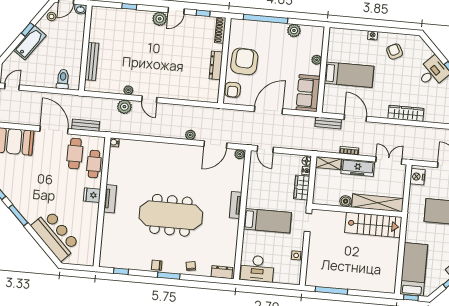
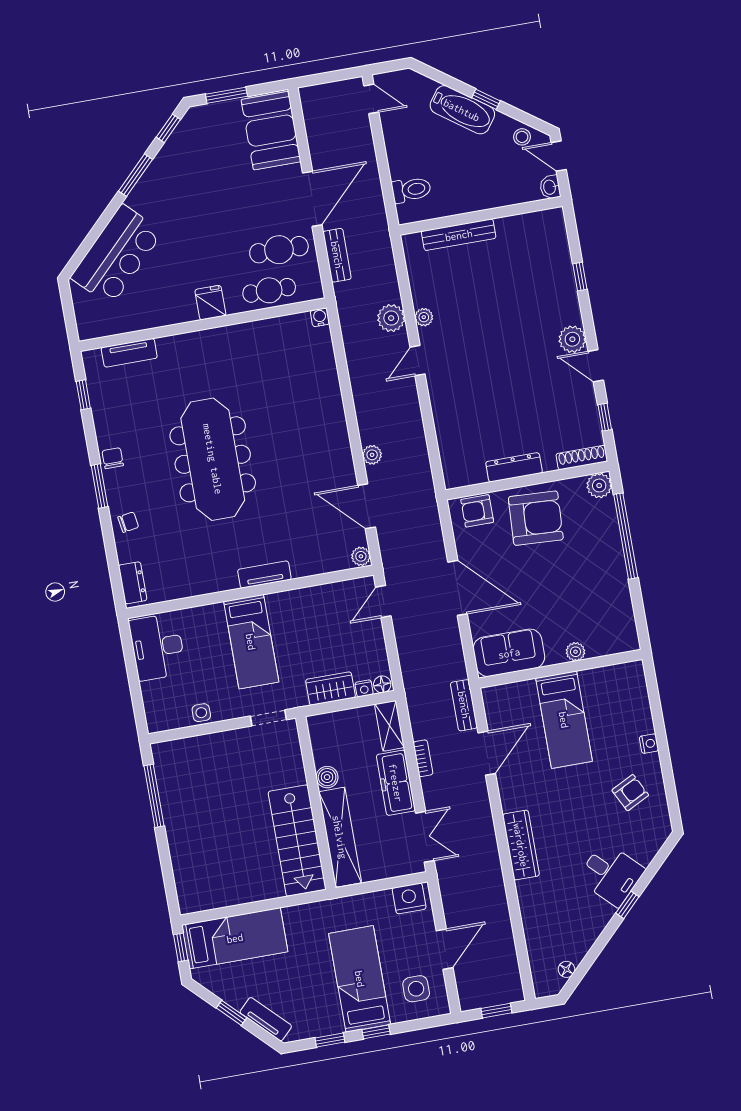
plant: (294, 30) -> (599, 485), moved
tv unit: (110, 199) -> (129, 353), moved

